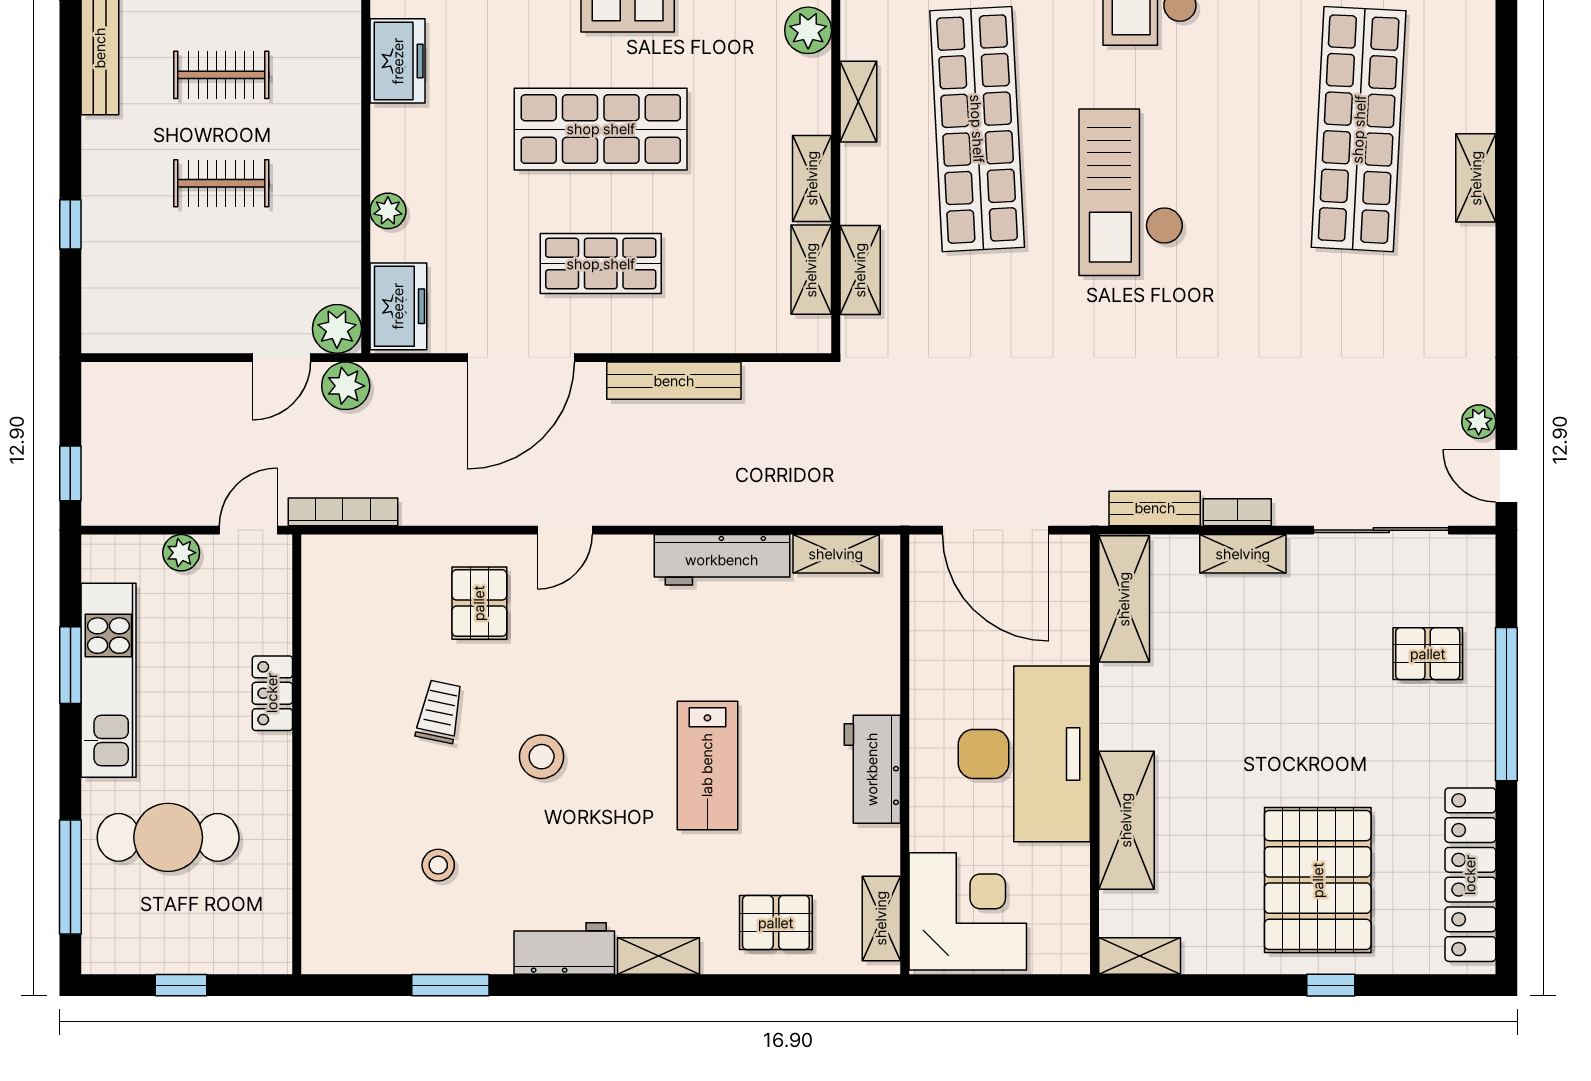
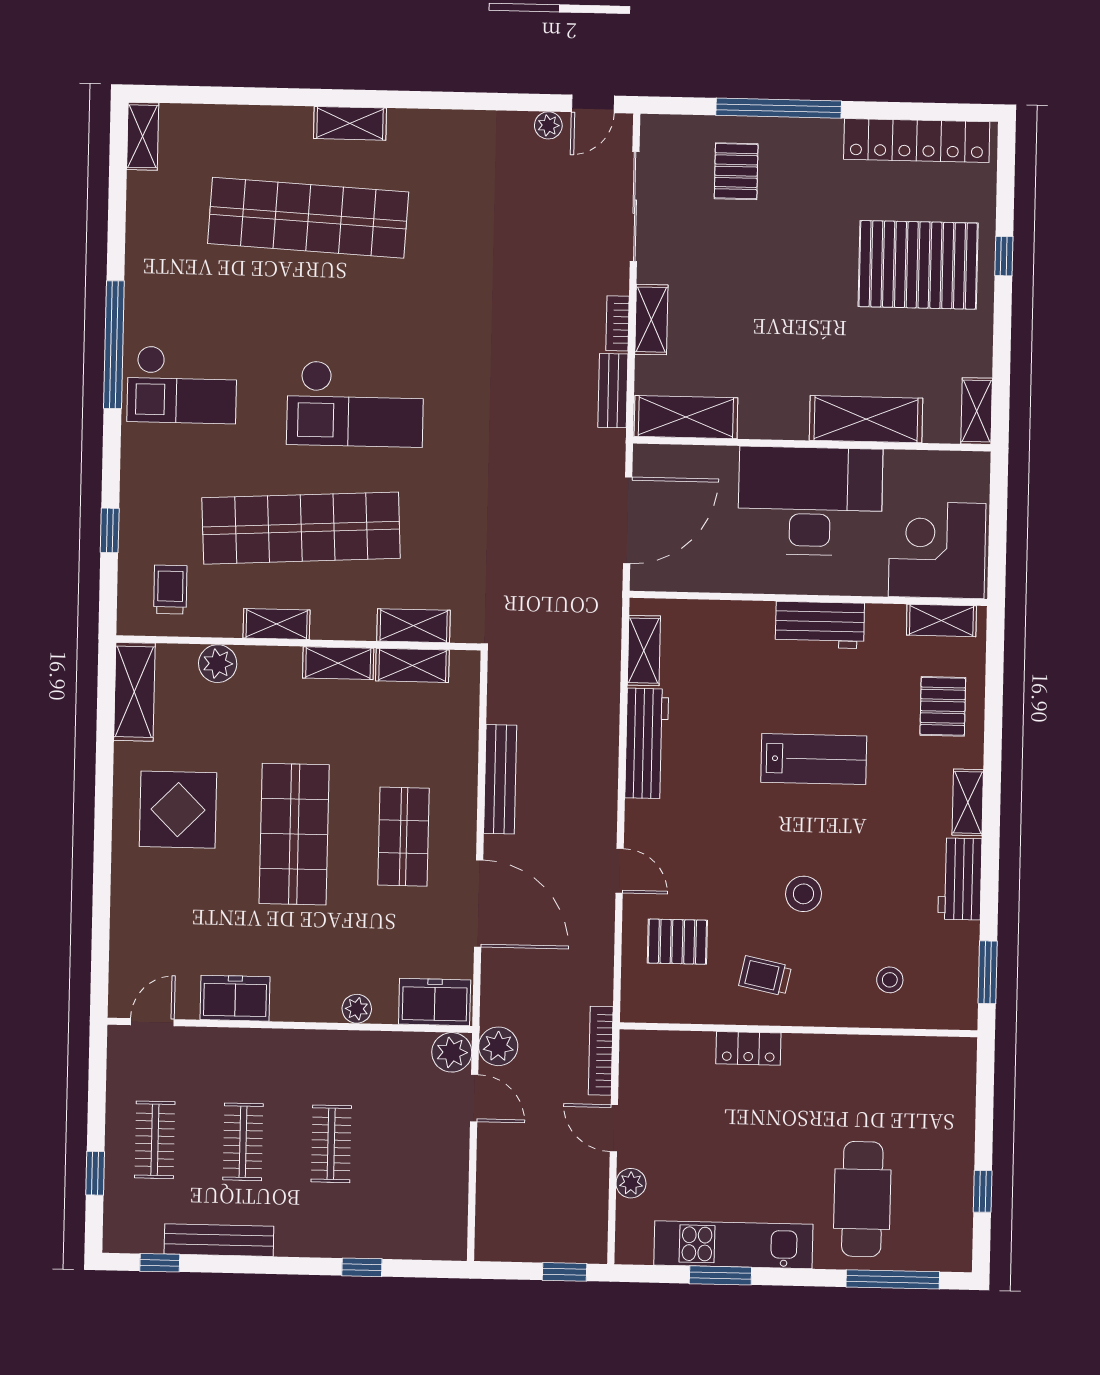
locker: (272, 693) -> (748, 1048), moved
wall: (297, 754) -> (799, 1030), moved

